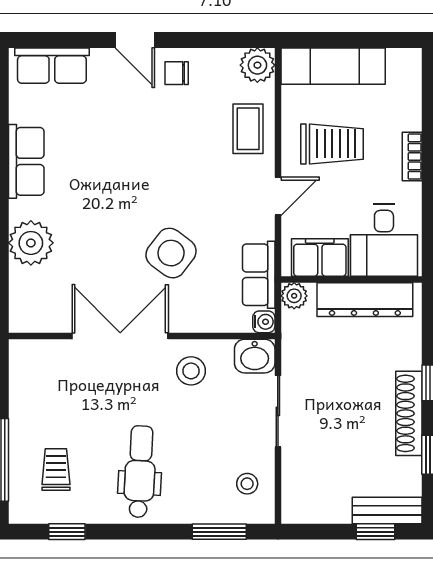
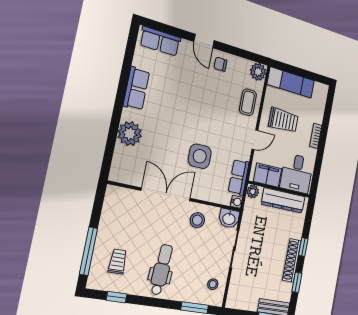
side table: (171, 253) -> (200, 156), turned -37

